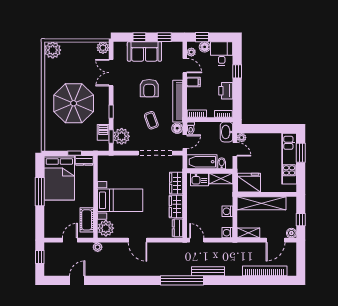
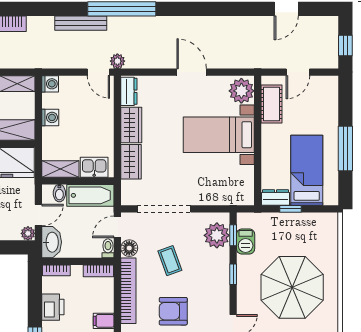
armchair: (149, 88) -> (173, 311), turned -90
door: (235, 149) -> (38, 215), swing flipped
bed: (59, 178) -> (307, 170), width x0.67
plant: (98, 247) -> (117, 61), moved

